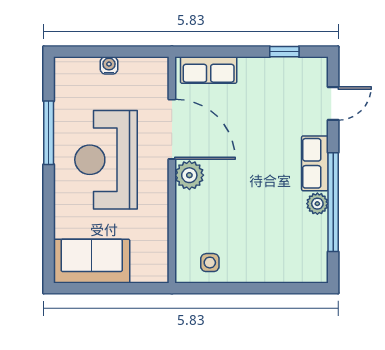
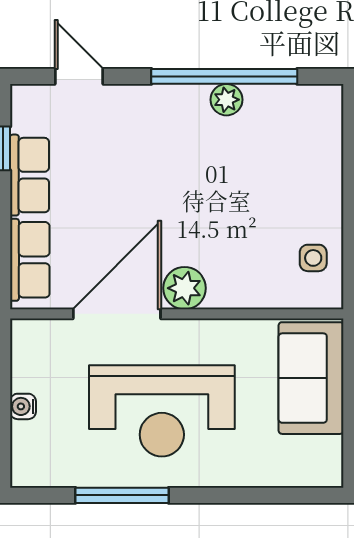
row of seats: (315, 163) -> (30, 175), moved, turned -90
sofa: (92, 261) -> (311, 378), moved

